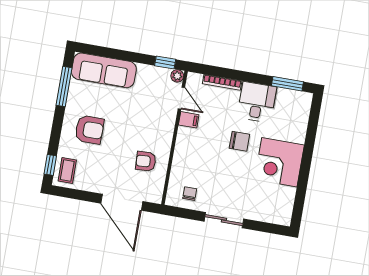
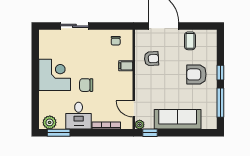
sofa: (104, 70) -> (178, 119), moved
plant: (297, 100) -> (50, 122), added
filing cabinet: (189, 120) -> (126, 66), moved
window: (50, 165) -> (220, 73), moved
coffee table: (67, 170) -> (190, 41), moved
sliding door: (224, 220) -> (74, 26), moved

